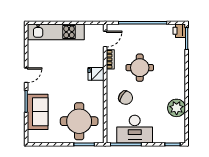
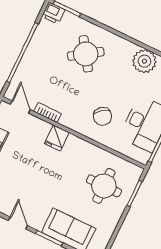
round table: (140, 68) -> (86, 54), moved, turned -34
chair: (126, 98) -> (103, 116), turned 111
round table: (79, 121) -> (104, 186), width x0.73, depth x0.73

